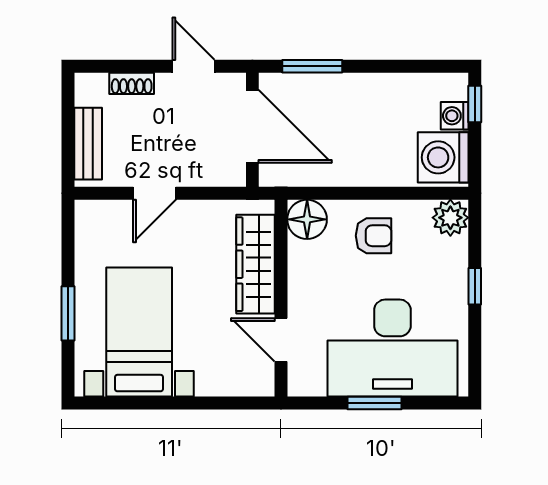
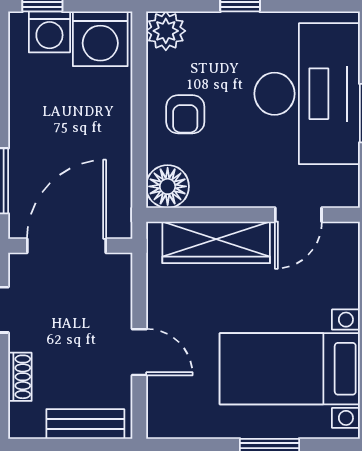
washing machine: (455, 116) -> (49, 32), width x1.38, depth x1.38
armchair: (374, 236) -> (185, 114), turned 180

